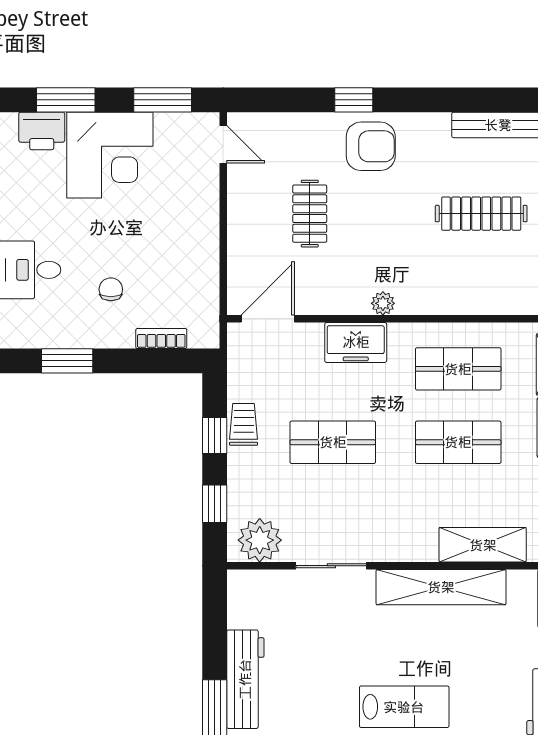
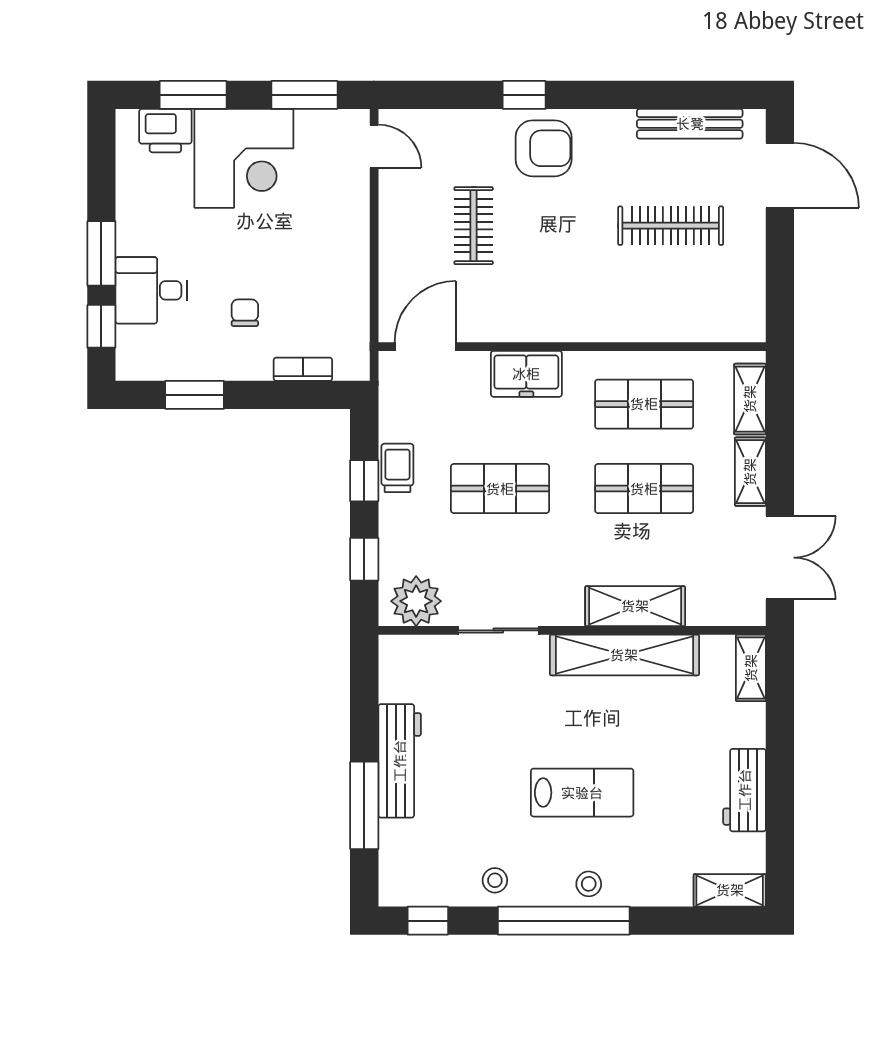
plant: (383, 303) -> (558, 329), removed
shelving: (483, 545) -> (635, 606), moved

